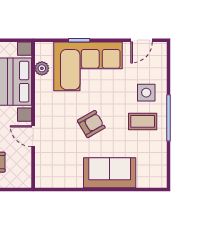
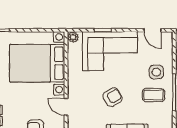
door: (141, 40) -> (153, 30), hinge flipped
plant: (42, 68) -> (73, 37), moved

